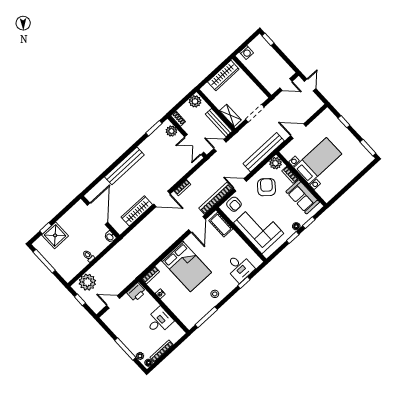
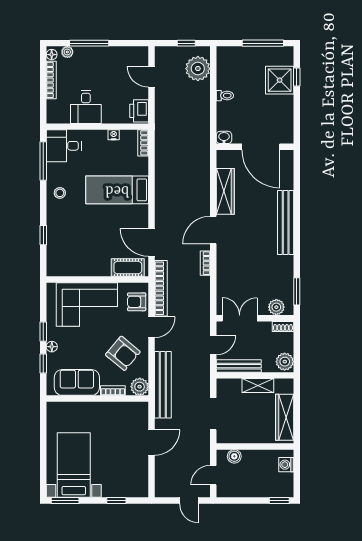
boiler: (267, 83) -> (234, 456), added
shelving: (230, 115) -> (258, 386), moved
bed with nightstands: (318, 161) -> (74, 465), moved, turned 180
bed: (186, 266) -> (117, 190), width x0.67
desk: (239, 267) -> (64, 146), moved
door: (113, 302) -> (151, 77), swing flipped

